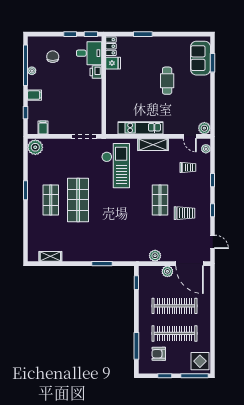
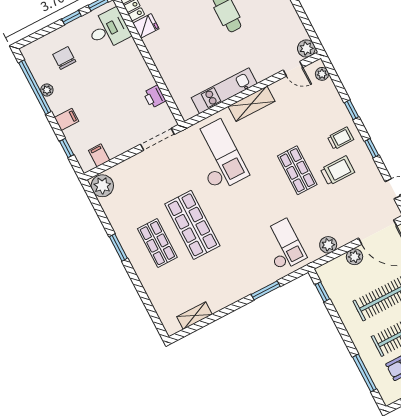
printer: (96, 72) -> (155, 97), moved
trolley: (188, 168) -> (340, 138), moved
checkout: (127, 241) -> (283, 245), added

